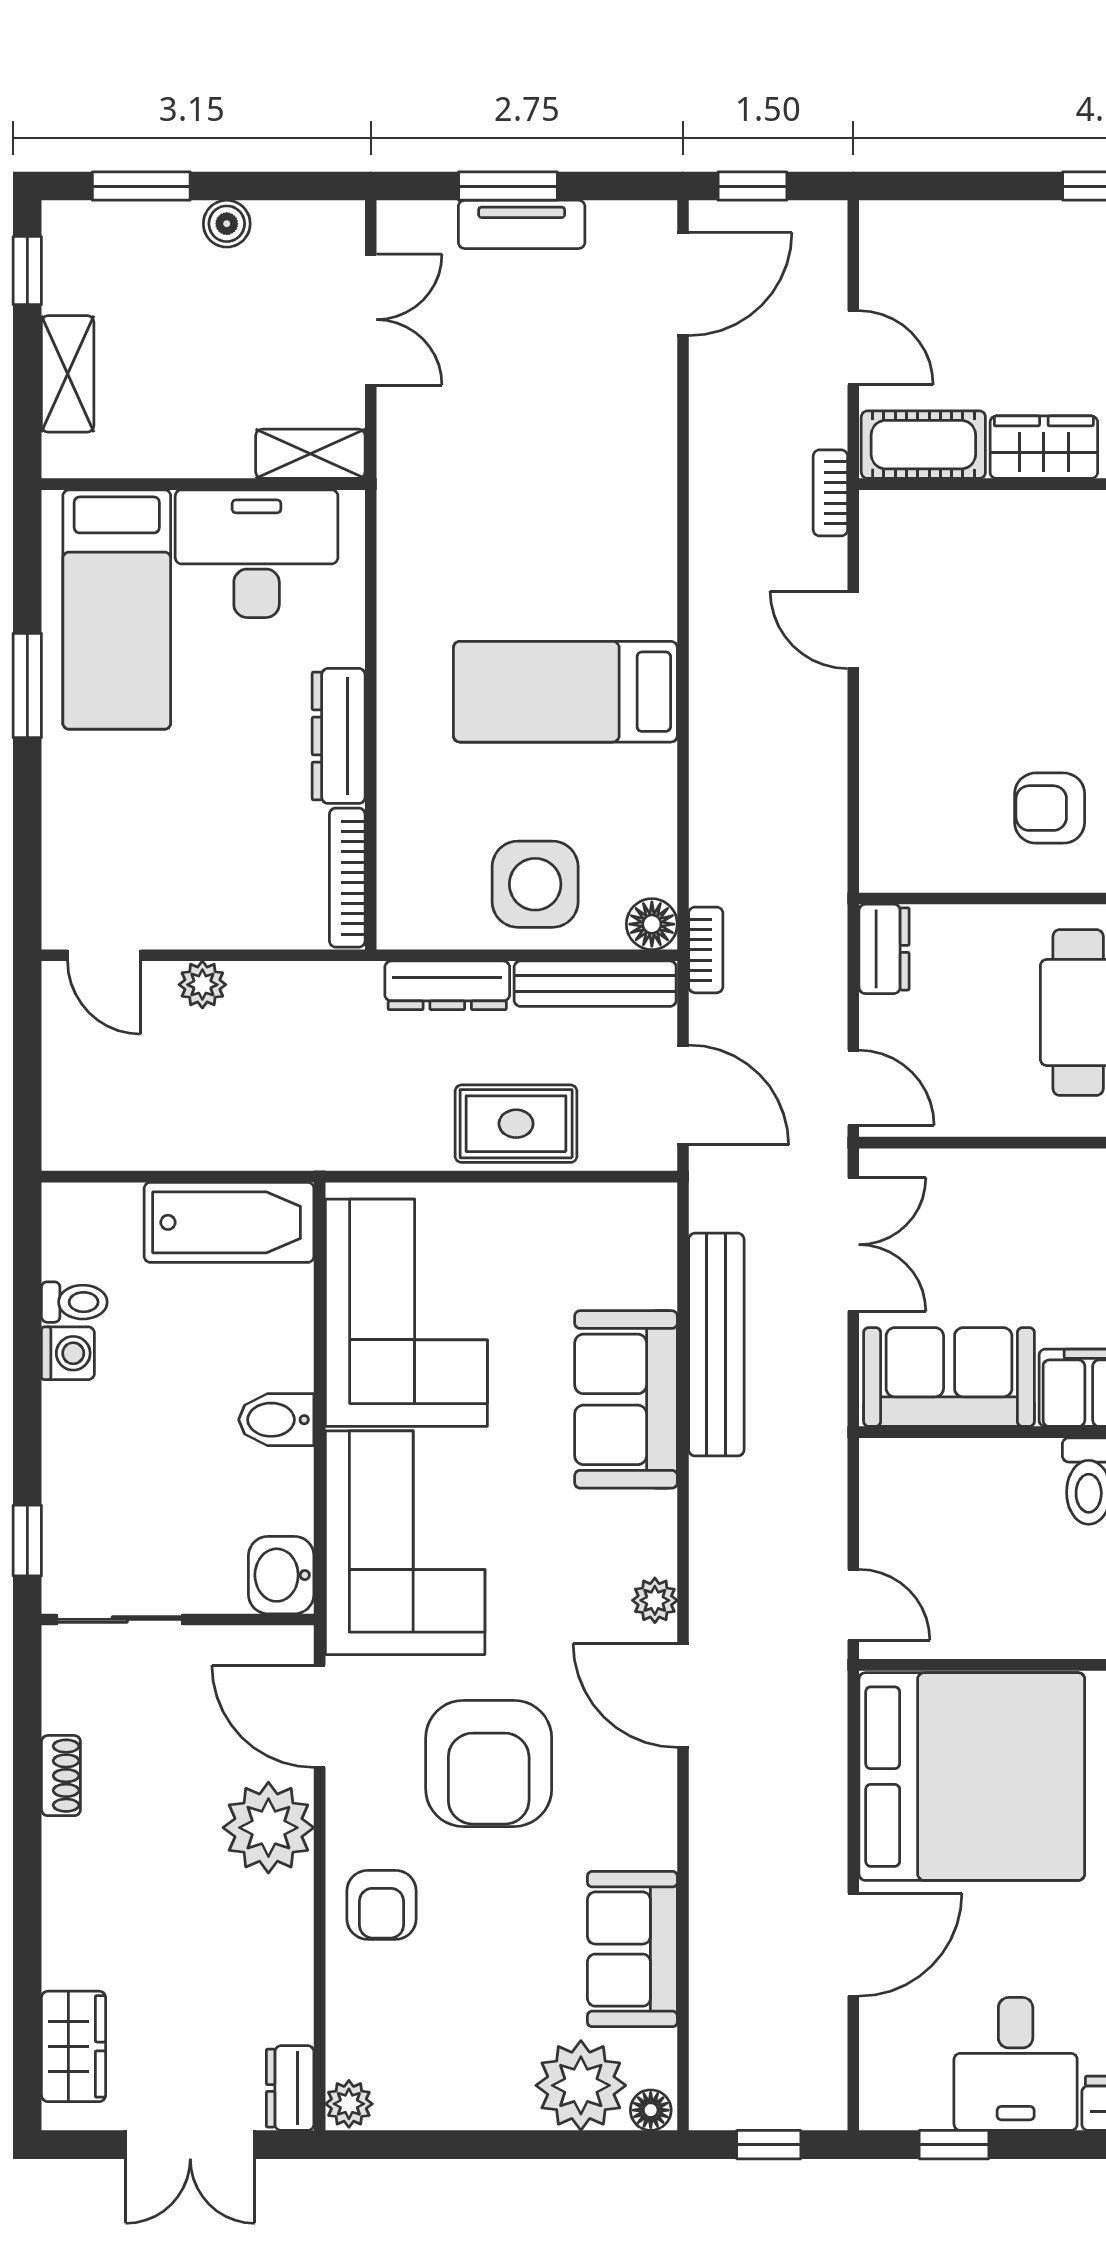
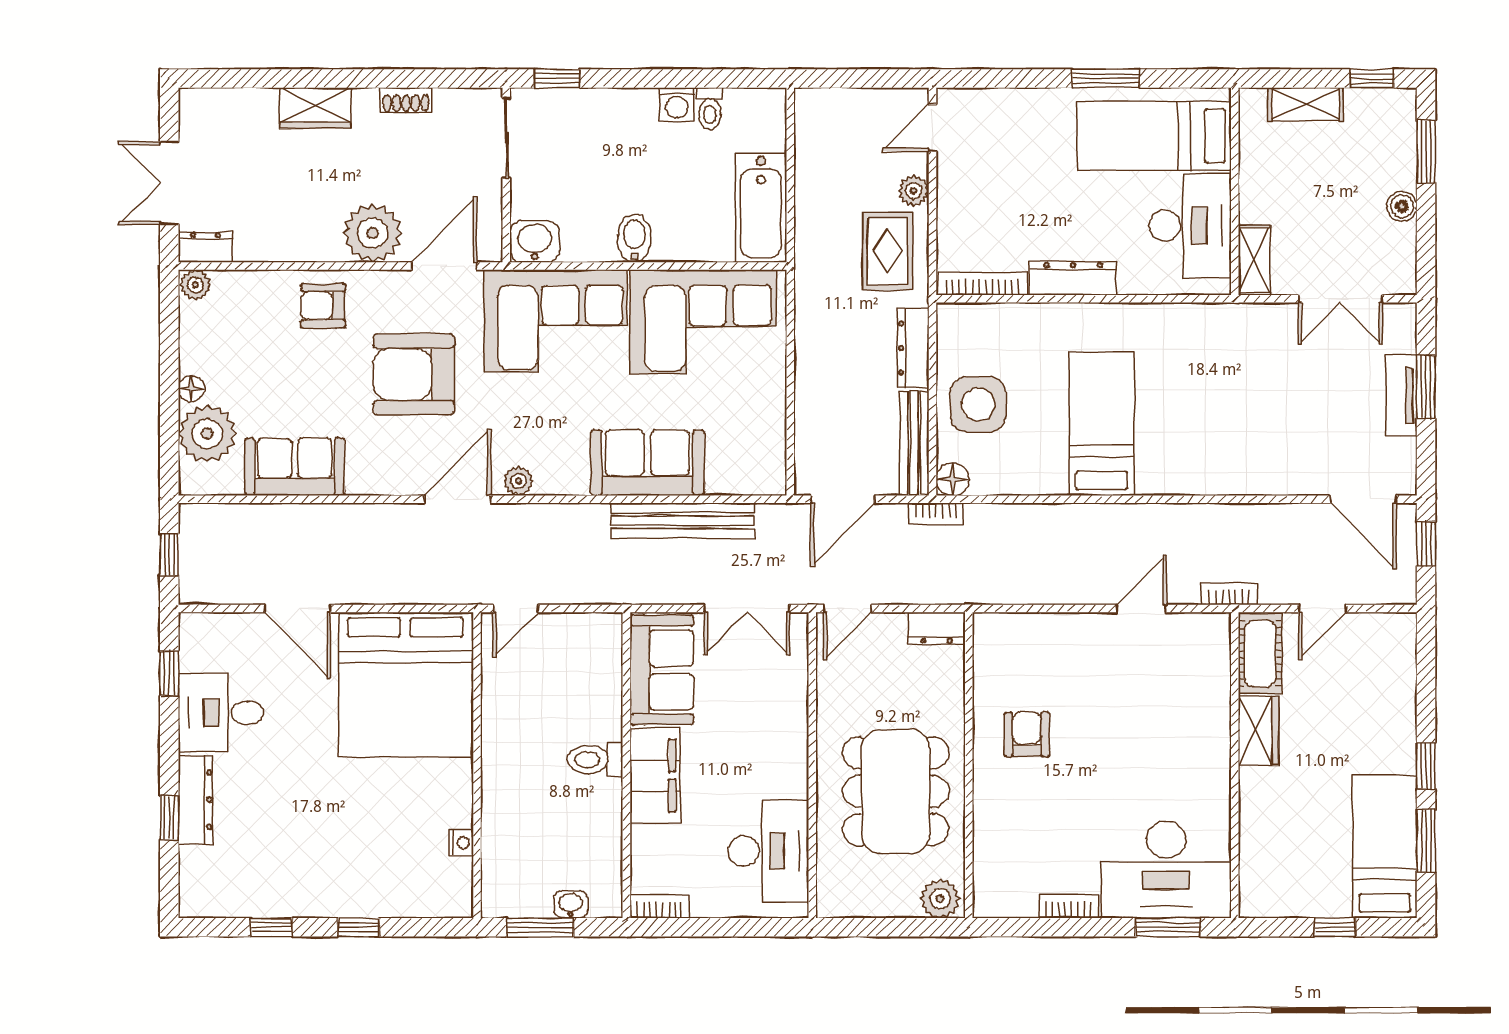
rug: (516, 1124) -> (888, 251), moved
wardrobe: (73, 2046) -> (315, 108), moved
floor lamp: (651, 2110) -> (191, 389), moved

